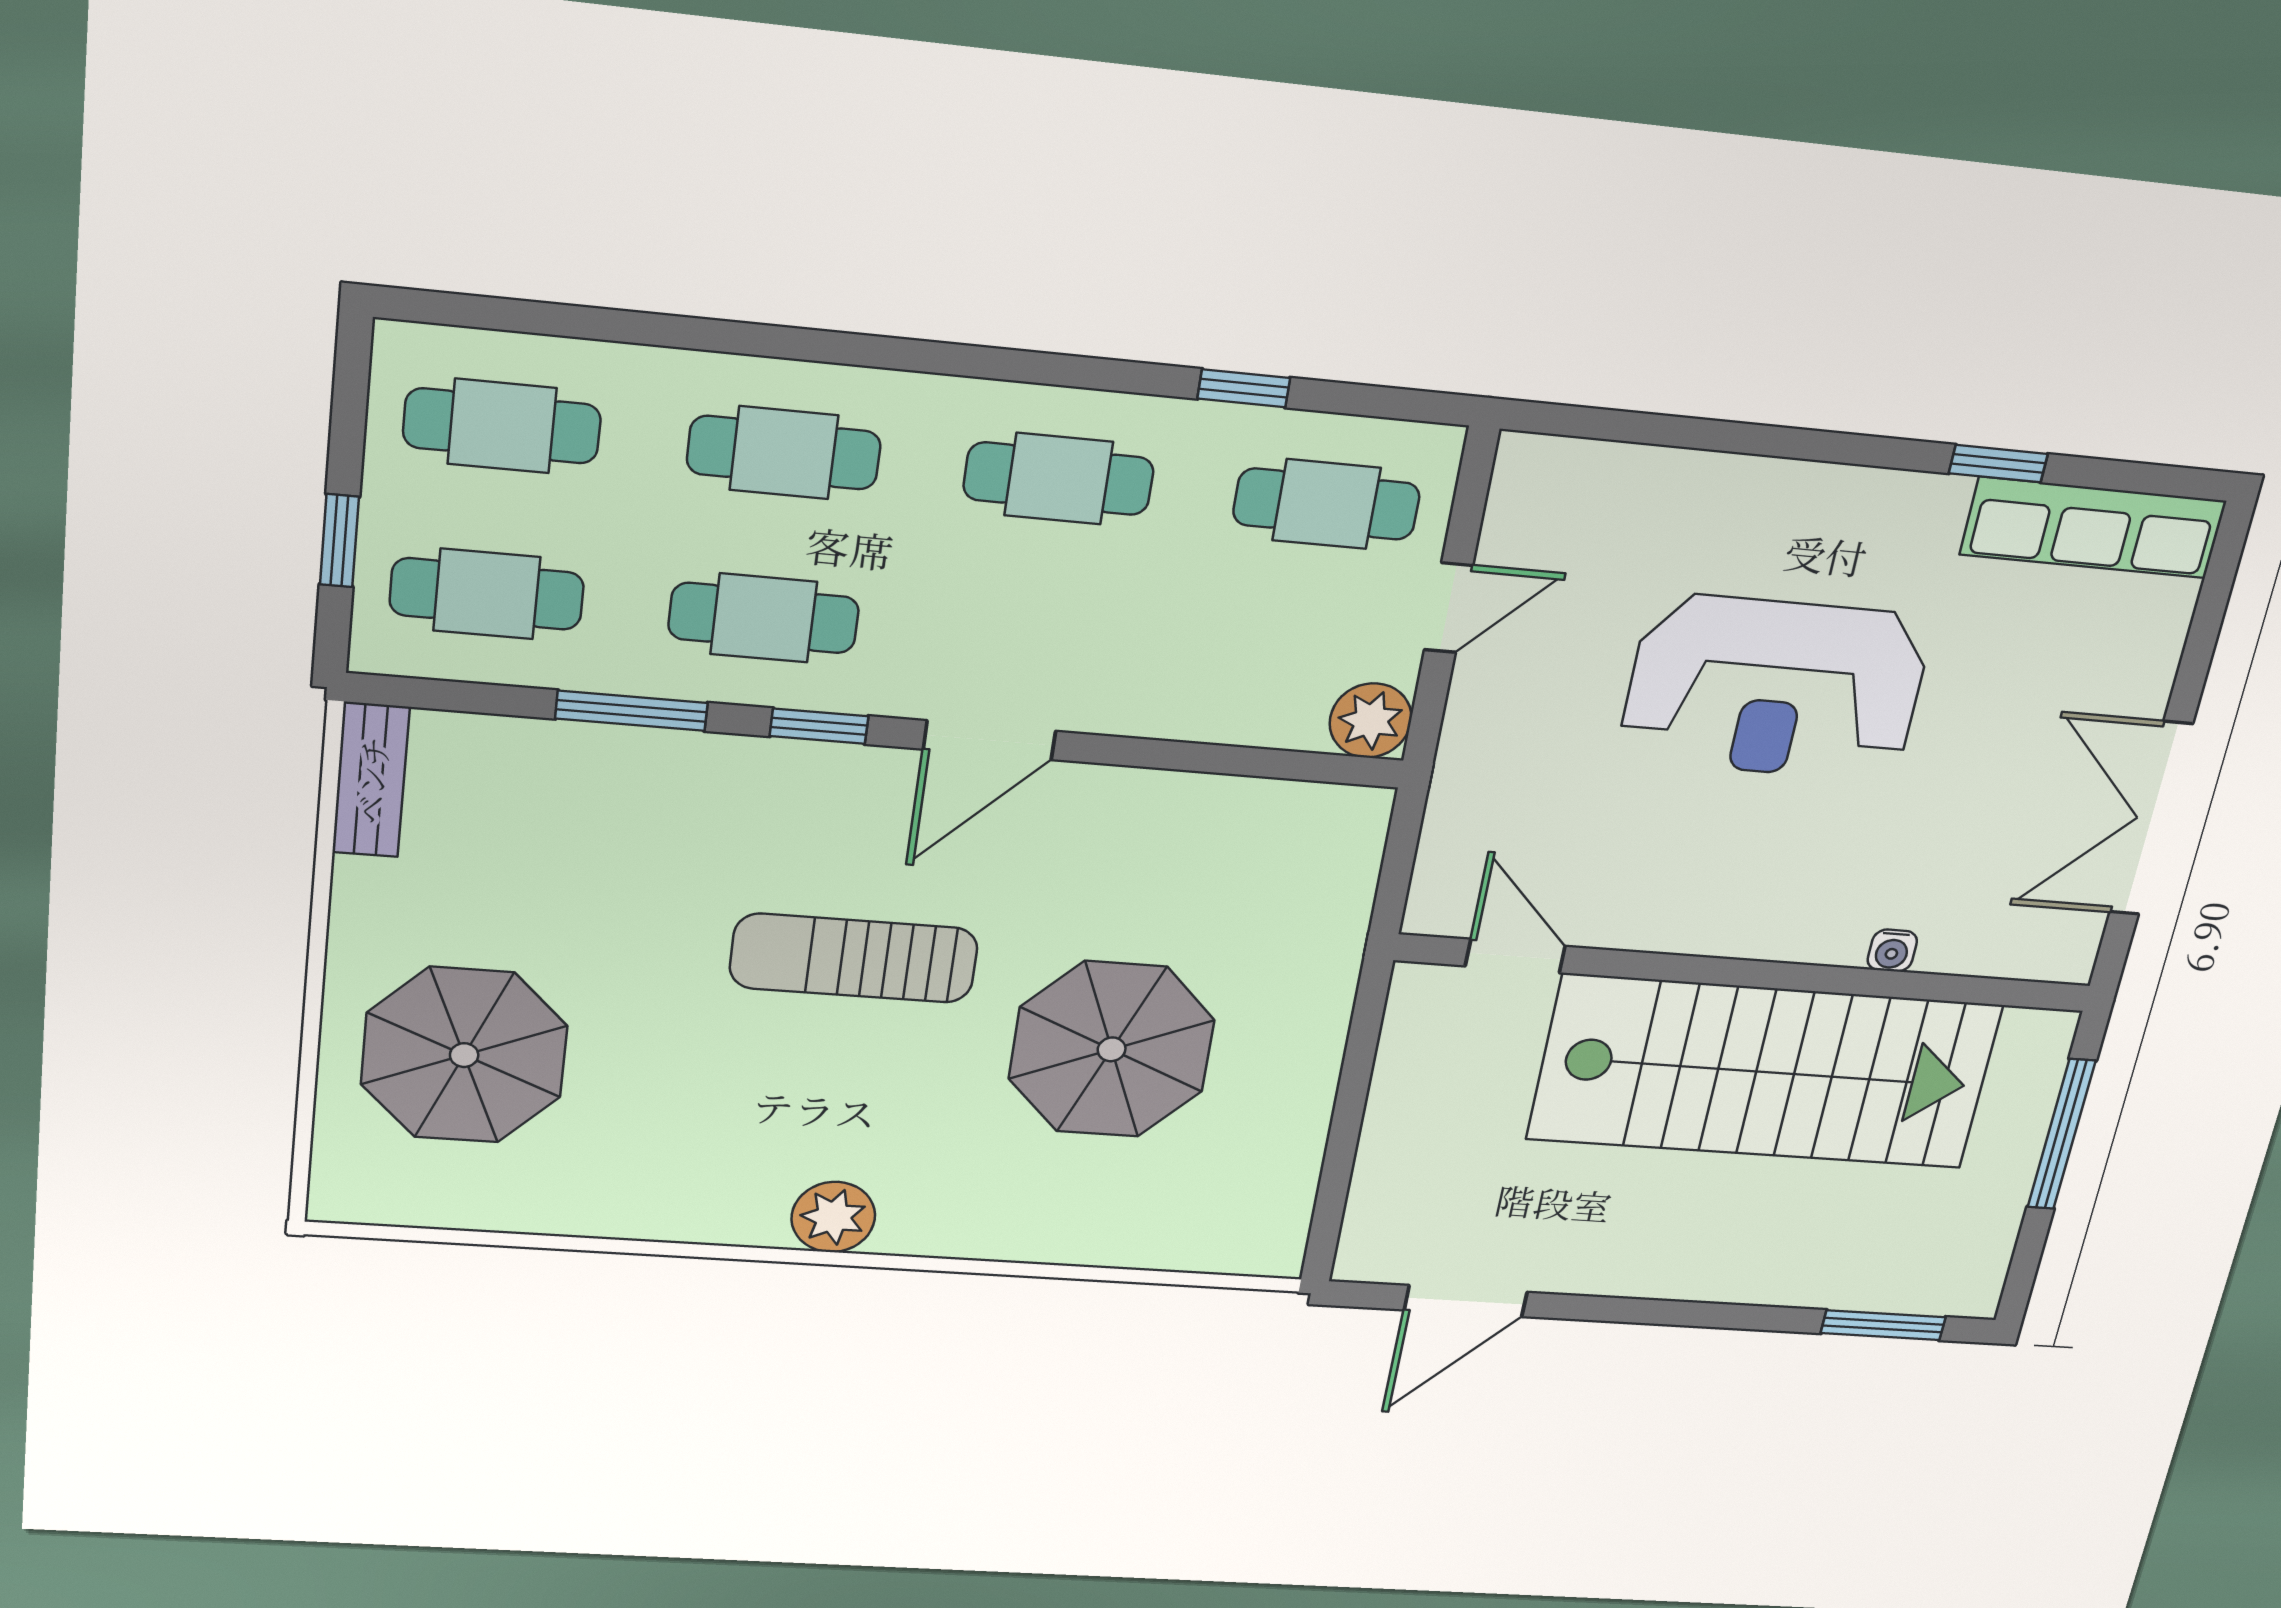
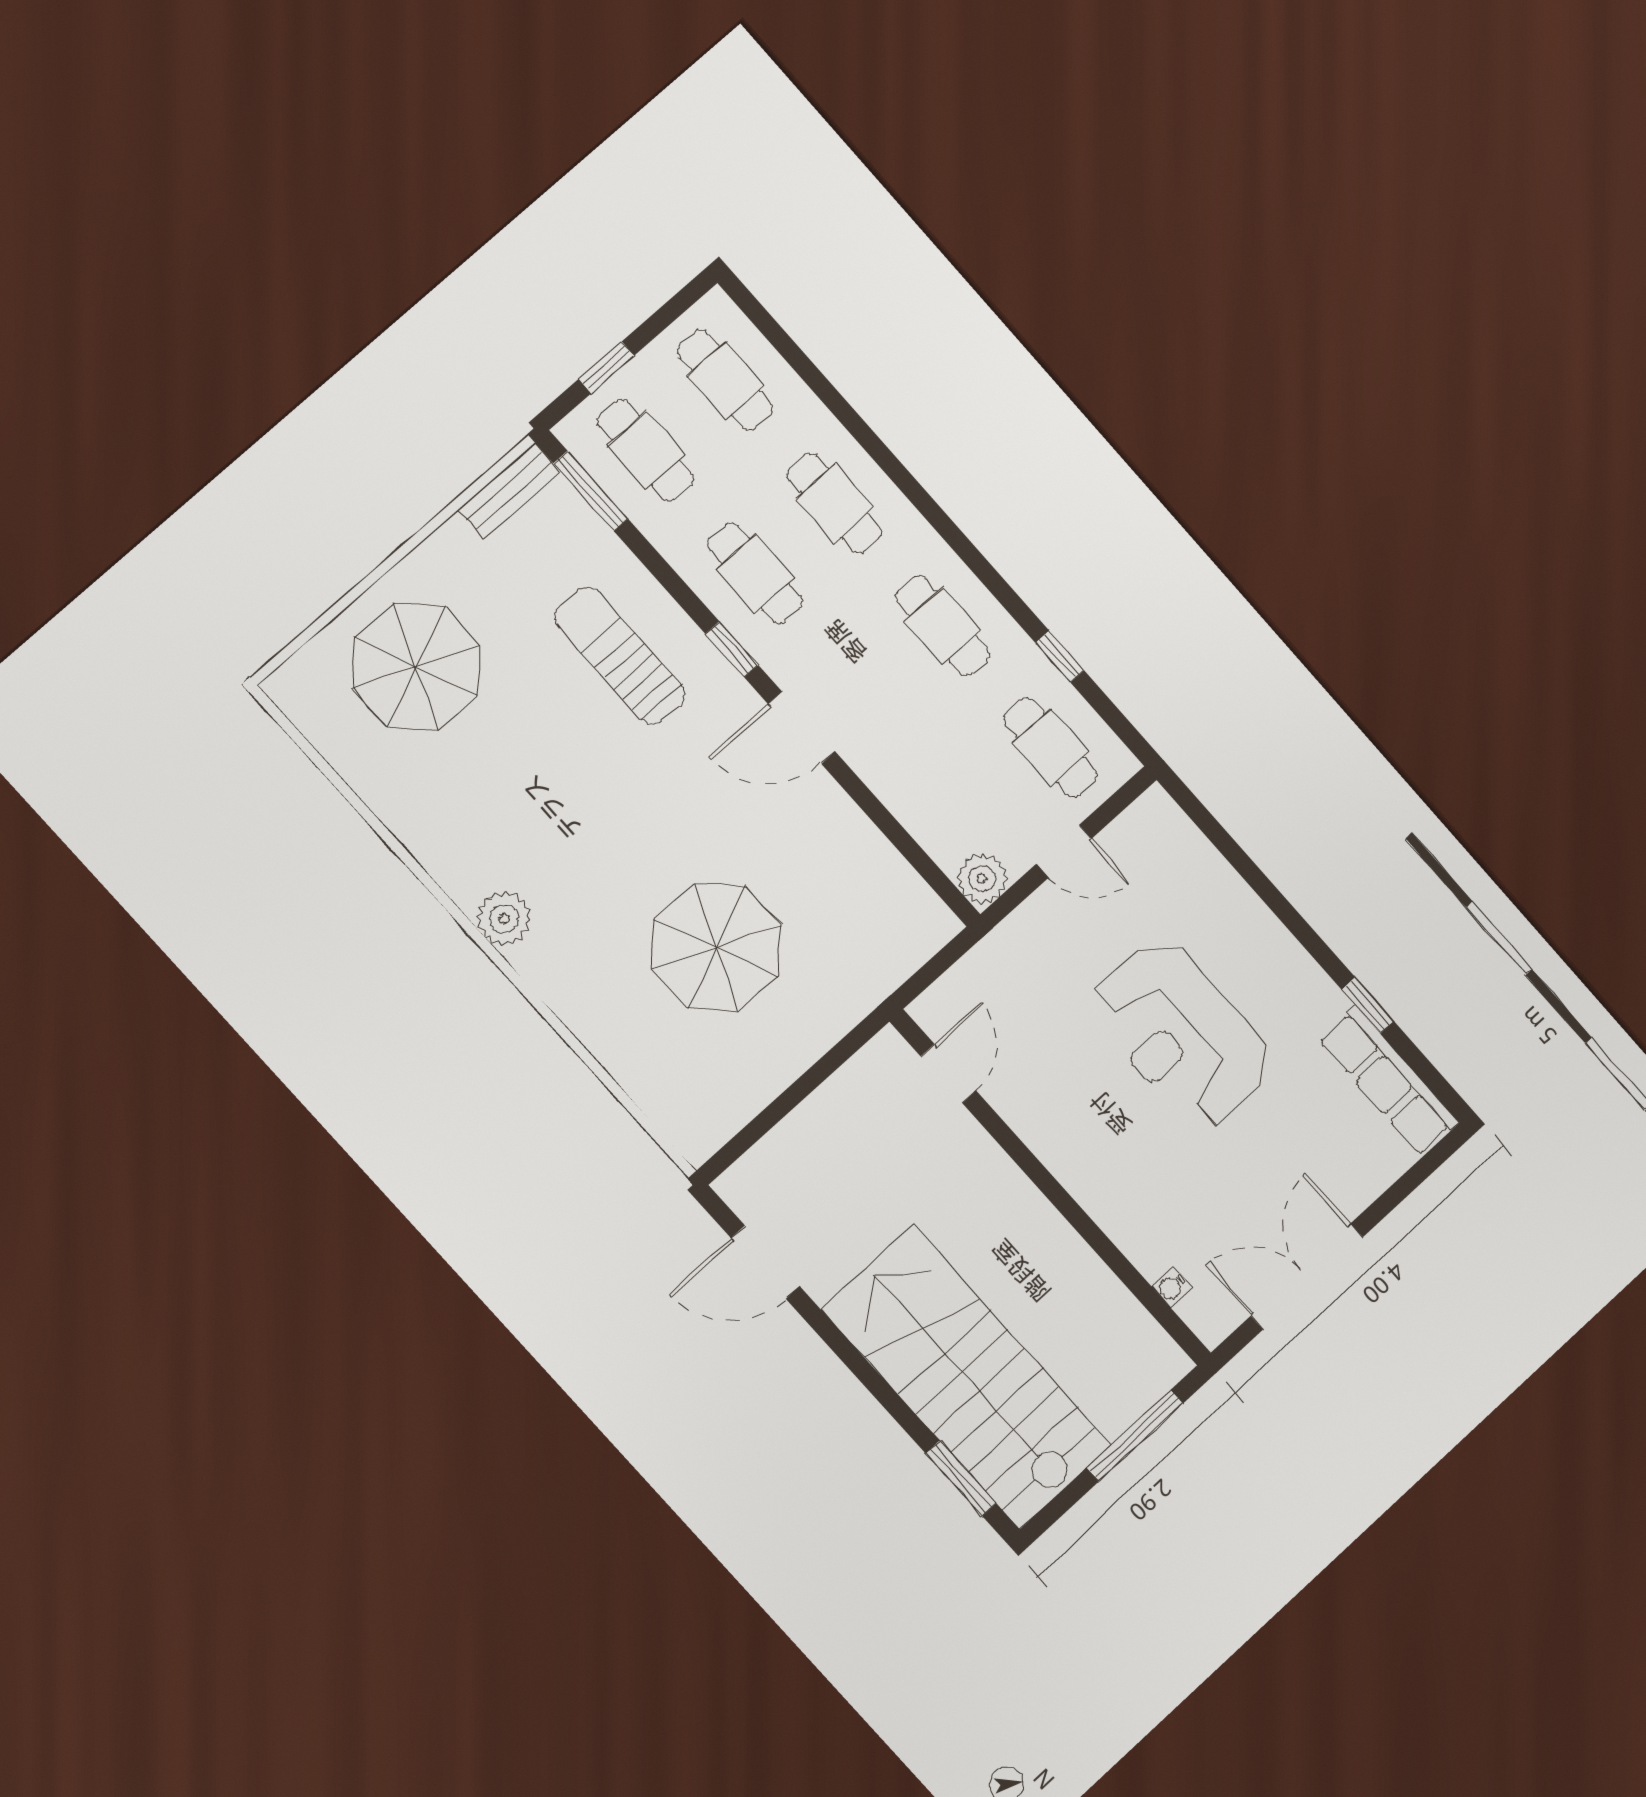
window: (632, 711) -> (591, 491), moved
water cooler: (1892, 951) -> (1172, 1287), moved
sun lounger: (854, 958) -> (620, 656), moved
stairs: (1765, 1072) -> (967, 1377), moved, turned 180

